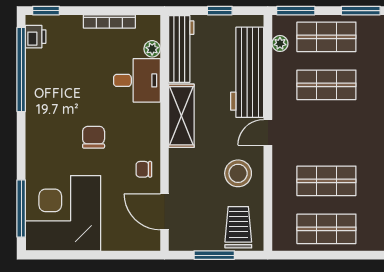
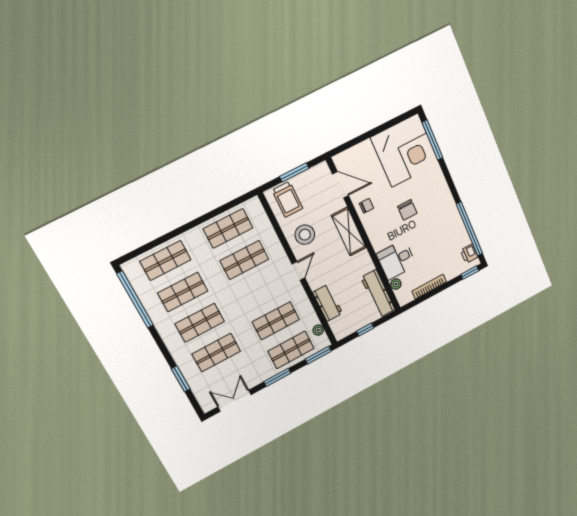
workbench: (247, 72) -> (328, 303), width x0.53, depth x0.76
shelving: (181, 116) -> (349, 232), moved

